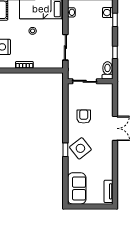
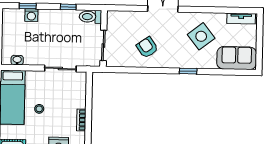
washing machine: (108, 13) -> (31, 15), moved
armchair: (84, 116) -> (147, 47), turned 55
side table: (80, 148) -> (201, 36), moved

